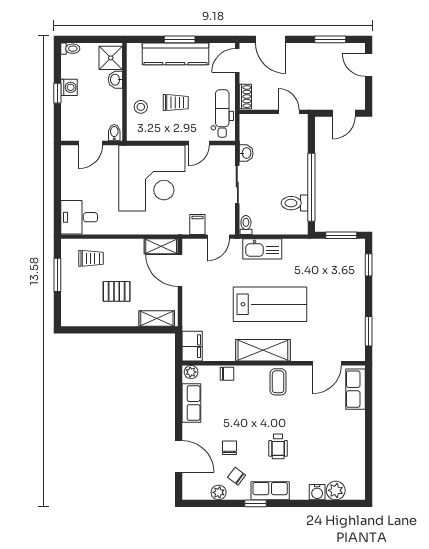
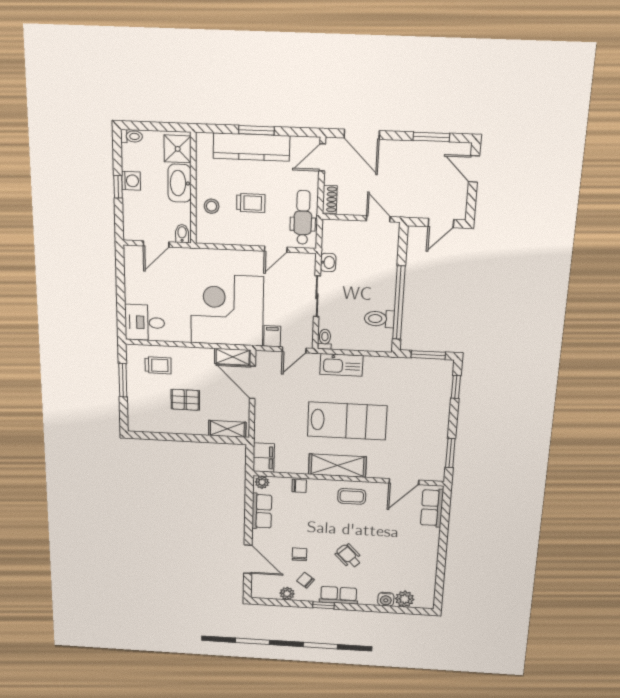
washbasin: (115, 80) -> (180, 183), width x1.91, depth x1.45
corner desk: (152, 178) -> (227, 310), moved, turned 180
coffee table: (278, 382) -> (352, 496), turned 90
wheelchair: (278, 446) -> (349, 556), turned 136

